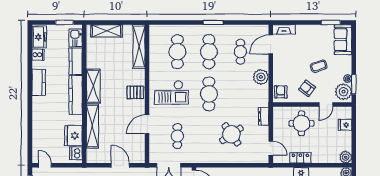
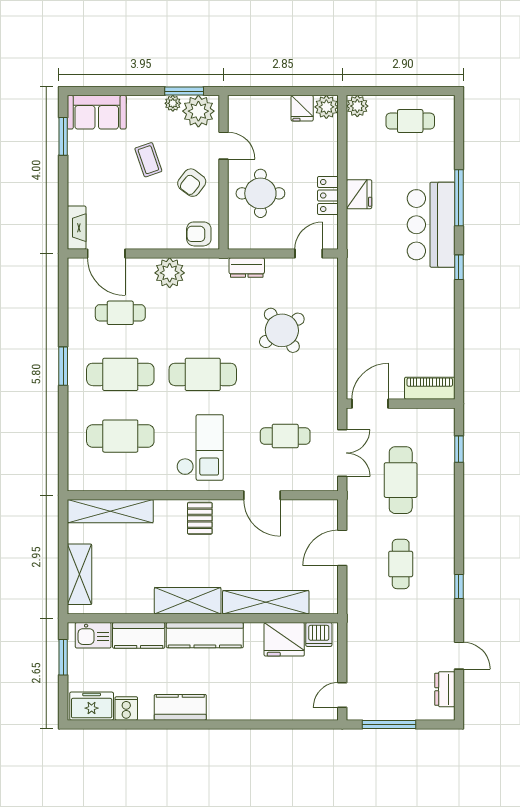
fridge: (345, 125) -> (302, 108), moved

